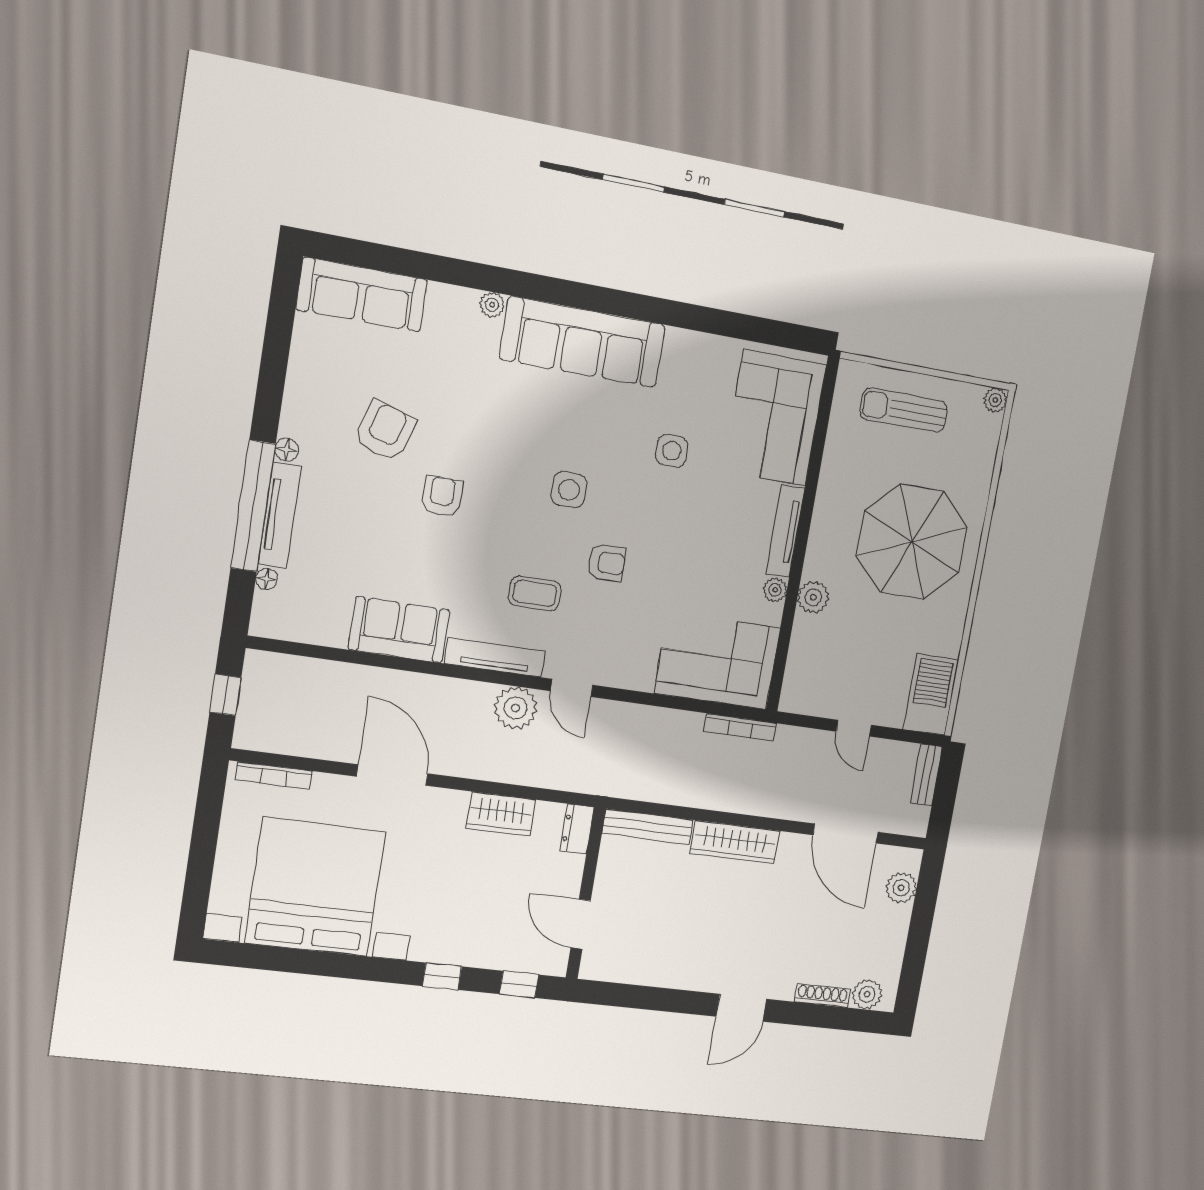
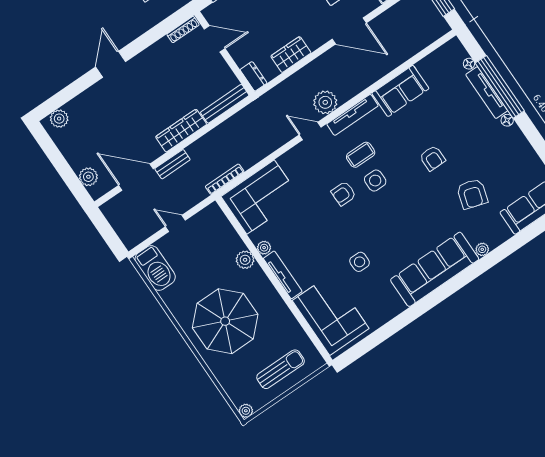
armchair: (385, 431) -> (472, 194), moved
side table: (569, 490) -> (375, 181), moved
bench: (926, 775) -> (172, 164), moved, turned 90
shoe rack: (822, 995) -> (183, 30), moved

